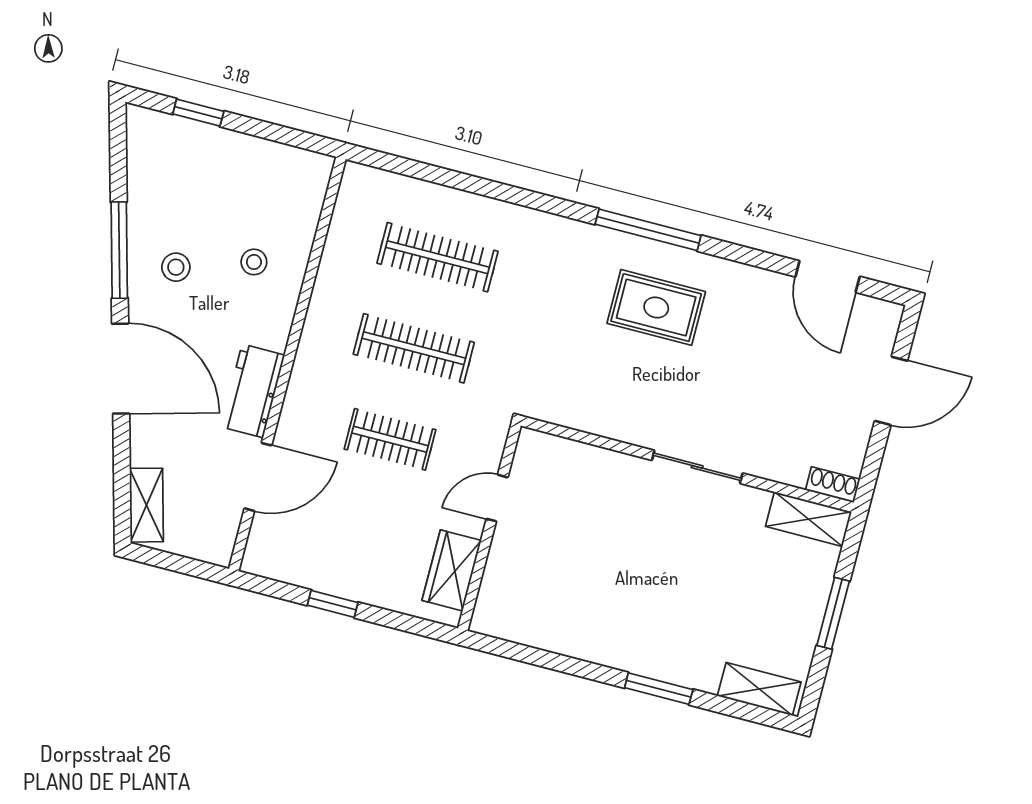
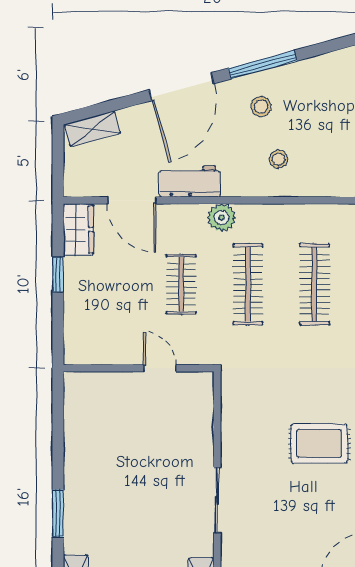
rug: (656, 307) -> (319, 443), turned 90
plant: (314, 360) -> (222, 218), added
wardrobe: (452, 570) -> (78, 229), moved, turned 90

